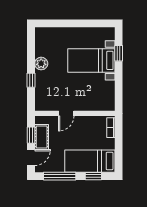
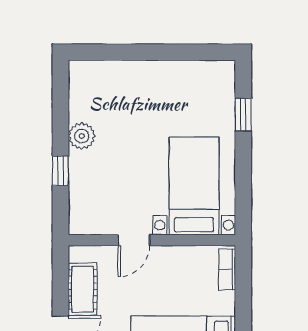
bed with nightstands: (91, 60) -> (194, 186), moved, turned 90
window: (31, 135) -> (60, 285), removed

